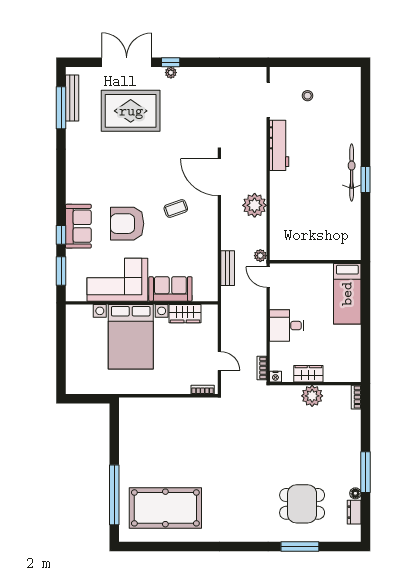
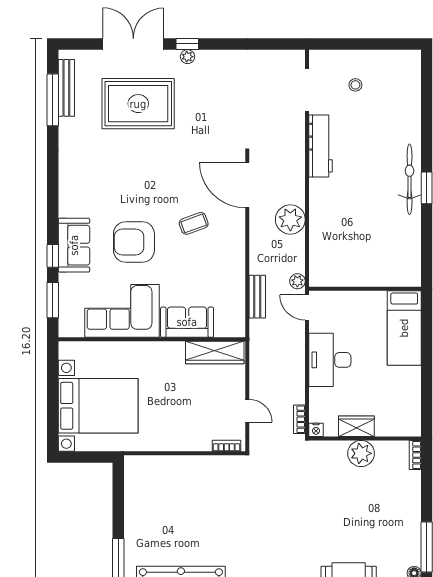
wardrobe: (185, 314) -> (215, 352), width x1.50
desk: (287, 326) -> (330, 360), width x1.37
bed with nightstands: (131, 337) -> (98, 406), moved, turned -90

